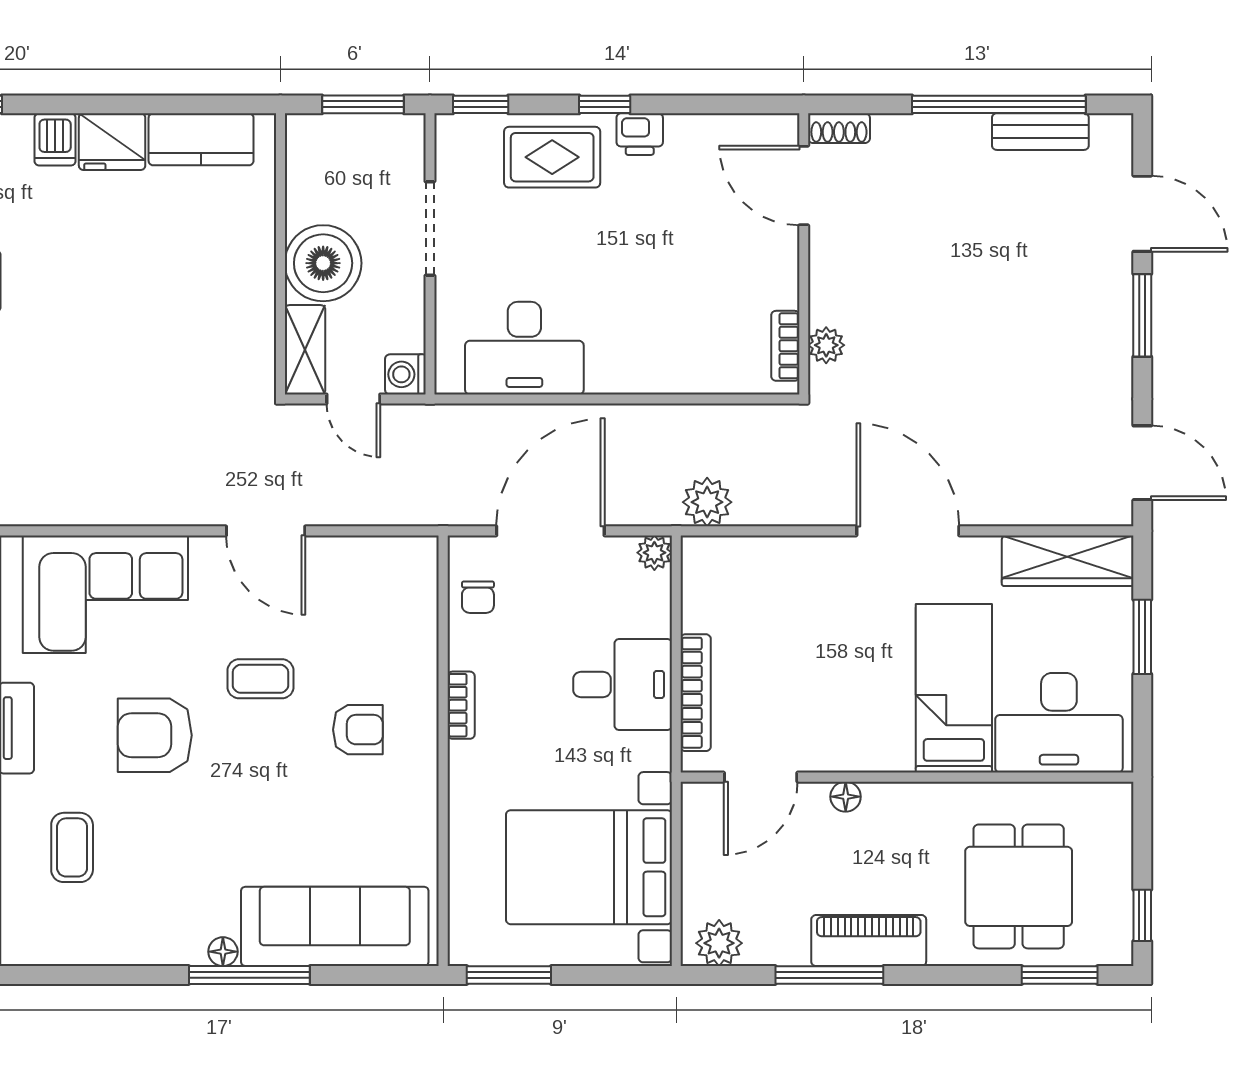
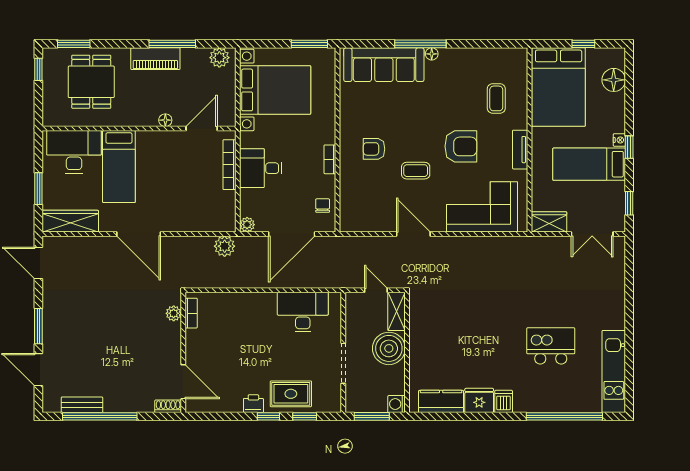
window: (481, 104) -> (305, 416), moved
washing machine: (405, 374) -> (397, 404), moved, turned 180

